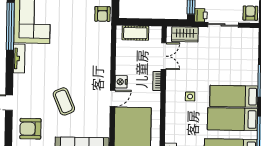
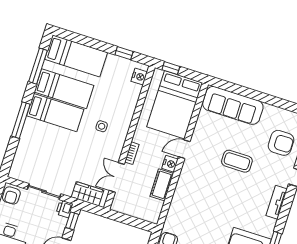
cot: (135, 33) -> (162, 185), moved, turned 90
tv unit: (19, 59) -> (277, 202), moved
coffee table: (64, 101) -> (237, 161), turned -67

